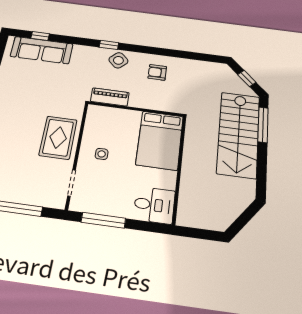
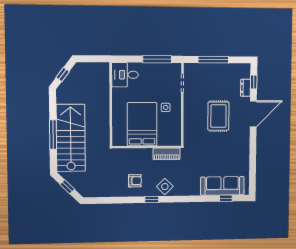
window: (109, 45) -> (152, 200), moved
window: (263, 125) -> (53, 135), moved
rug: (58, 138) -> (218, 116), moved
bed: (160, 140) -> (142, 124), moved
window: (245, 218) -> (63, 74), added

